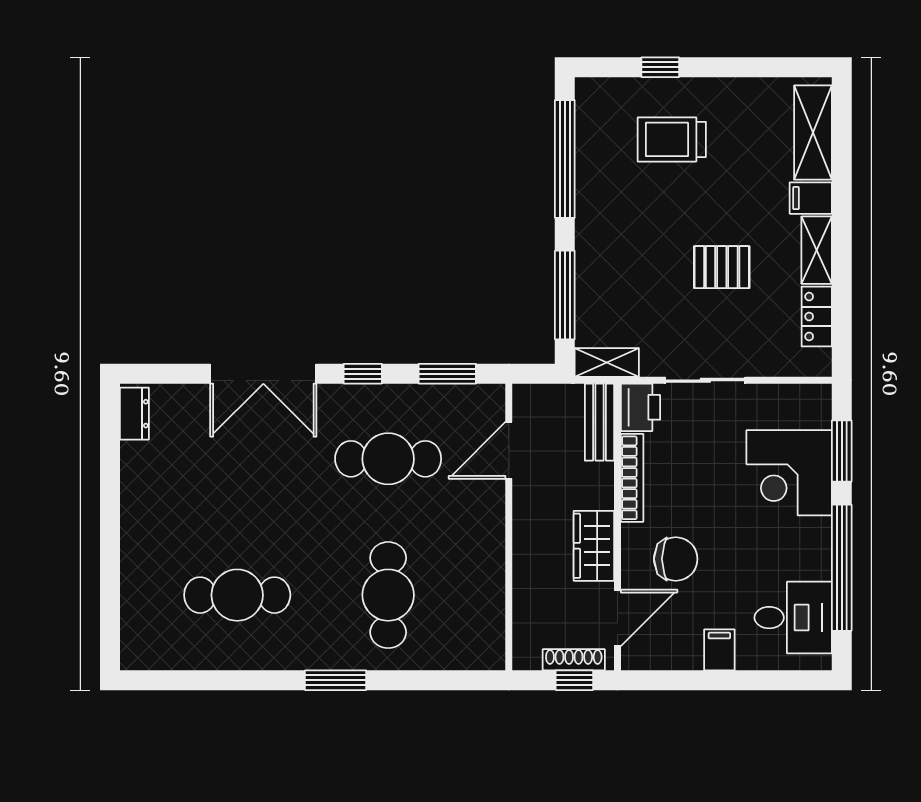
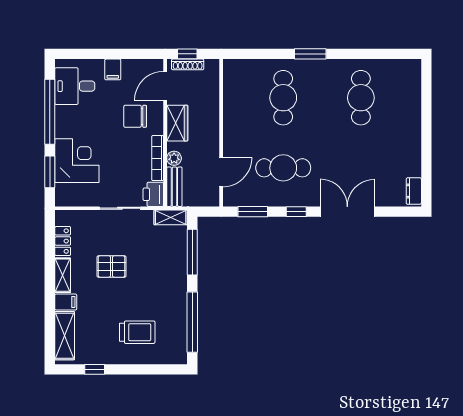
window: (660, 67) -> (95, 369), moved
plant: (600, 477) -> (174, 158), added
cafe table: (237, 595) -> (361, 98), turned 90

